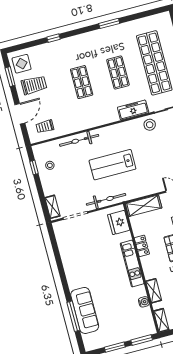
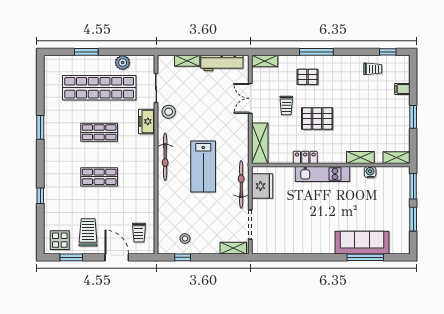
freezer: (133, 110) -> (147, 121), width x0.71
bicycle: (79, 140) -> (165, 157), moved
fridge: (119, 222) -> (262, 186), moved, turned -90

